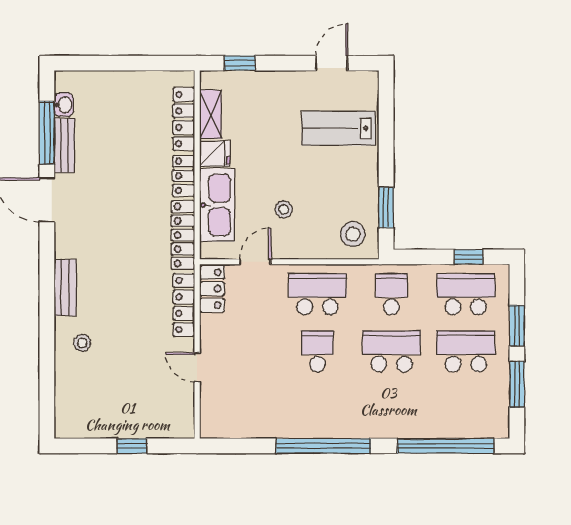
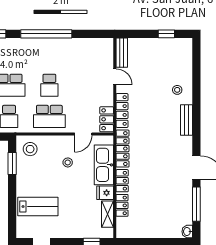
washbasin: (64, 105) -> (187, 232), moved
locker: (184, 119) -> (122, 205), width x0.66
bench: (65, 146) -> (122, 53), moved
window: (132, 446) -> (166, 34), moved

